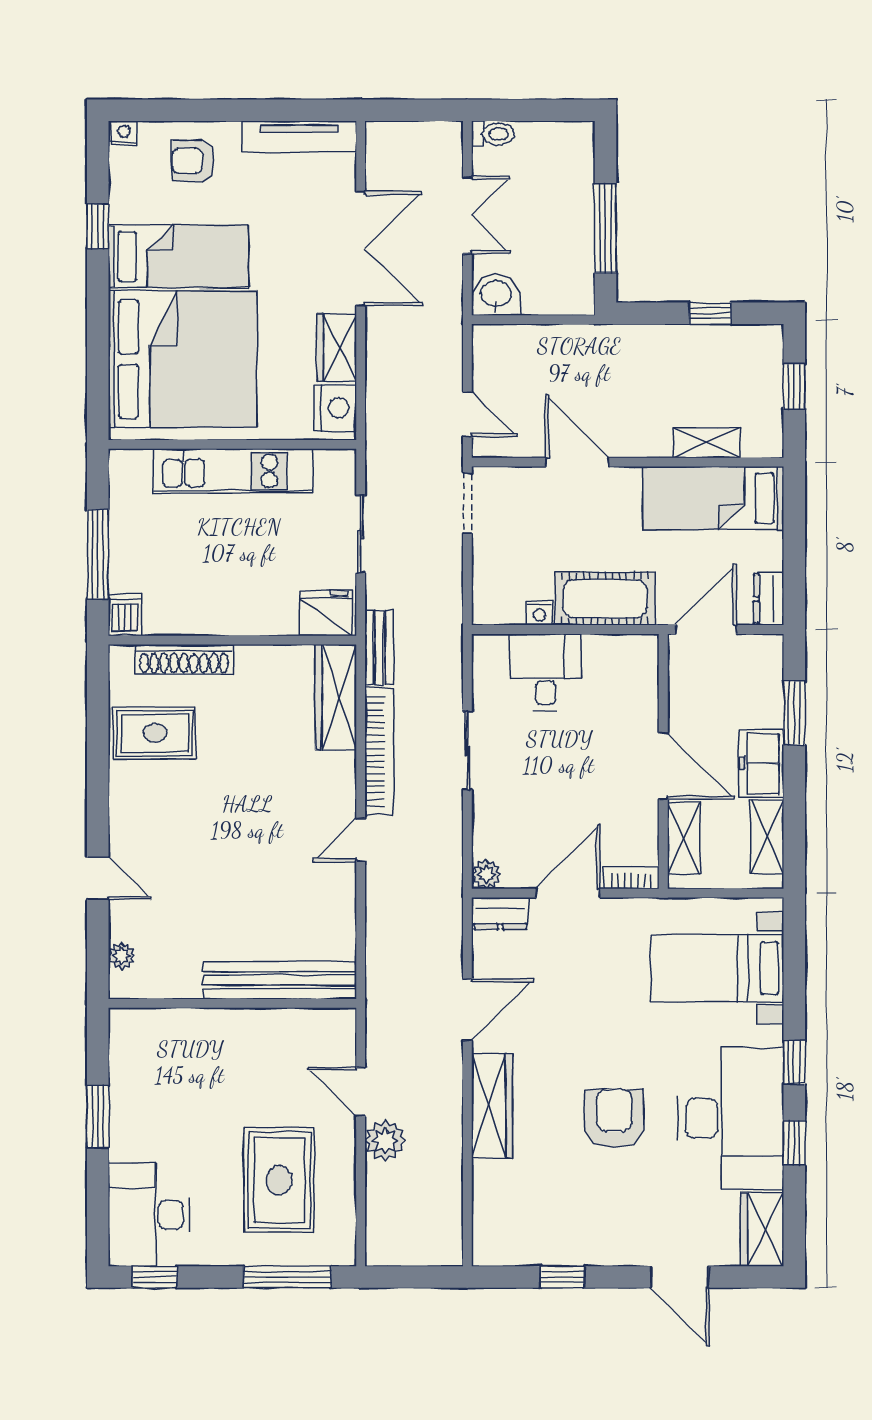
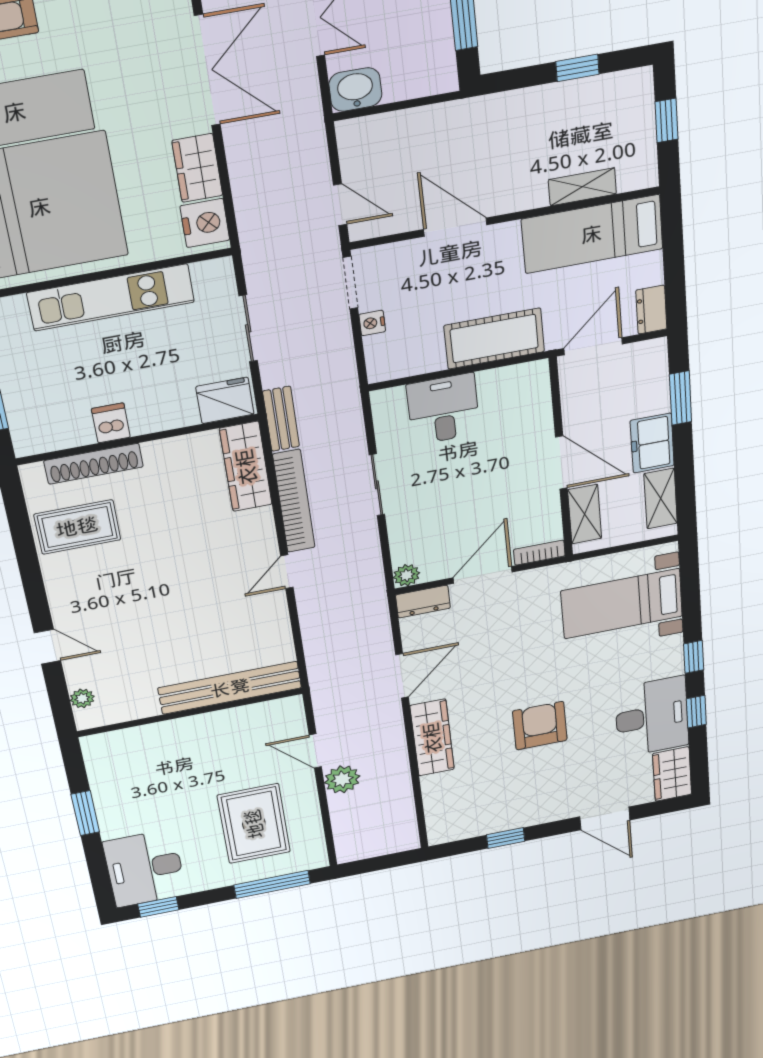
nightstand: (539, 613) -> (372, 323), moved, turned 90
dishwasher: (125, 615) -> (111, 423), moved
desk: (730, 1118) -> (652, 717), width x0.73, depth x0.77

